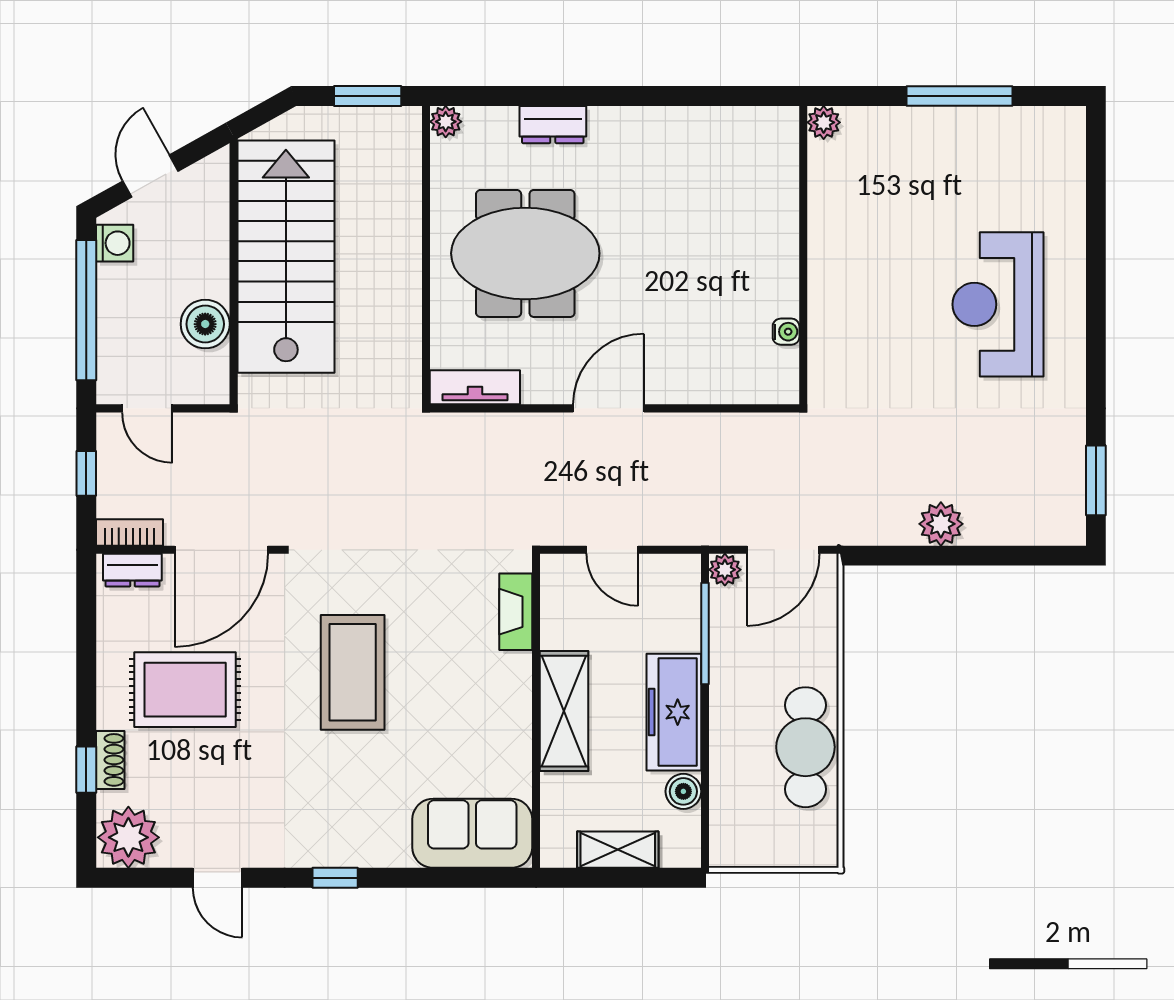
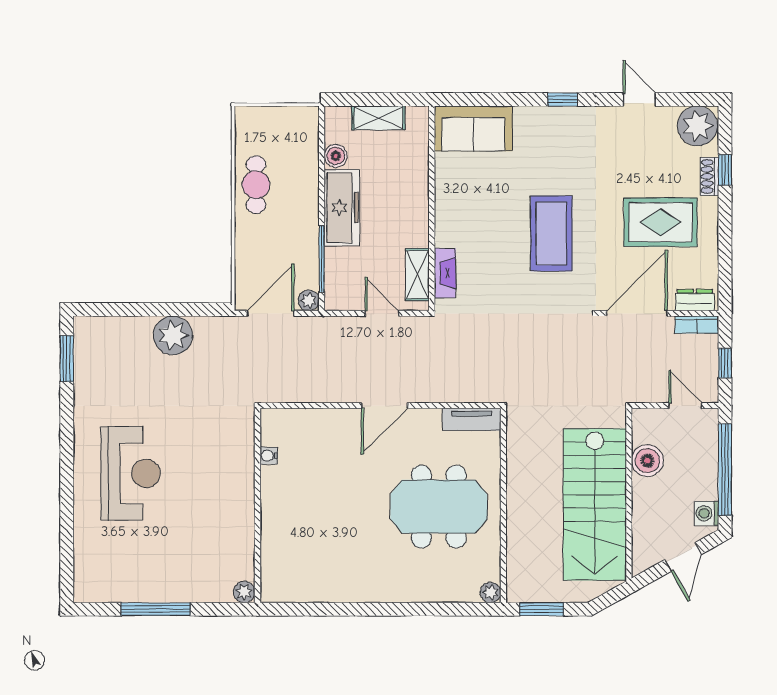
dresser: (553, 125) -> (421, 591), removed
plant: (941, 524) -> (173, 335), width x1.36, depth x1.36
shelving: (564, 711) -> (417, 275), moved, width x0.67, depth x0.75
cafe table: (805, 747) -> (256, 185), width x0.73, depth x0.74

